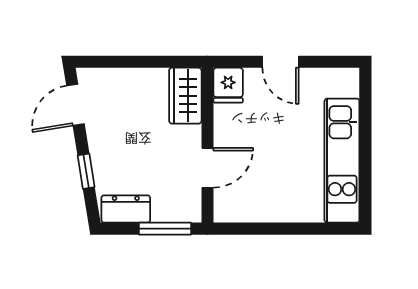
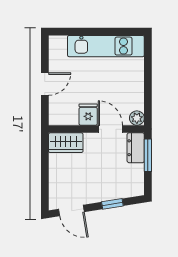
fridge: (228, 85) -> (88, 115), moved, turned -90
dresser: (126, 209) -> (136, 148), moved
plant: (225, 211) -> (137, 118), added

